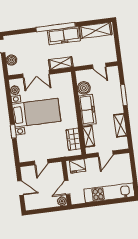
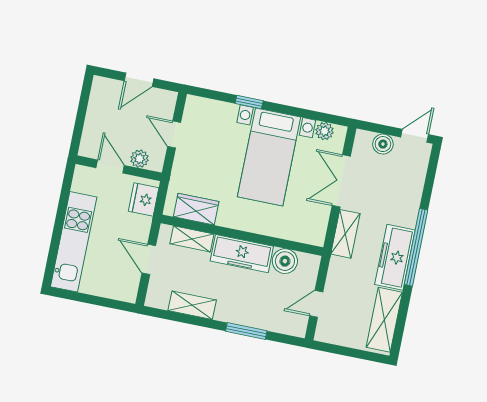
plant: (62, 201) -> (139, 159), moved

